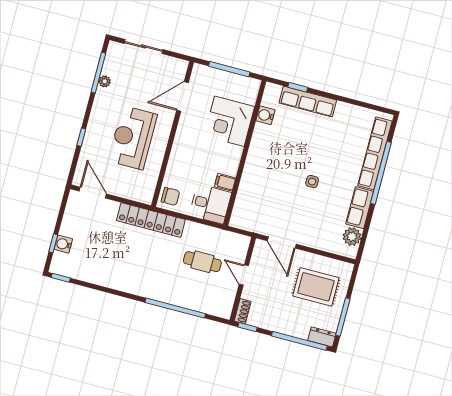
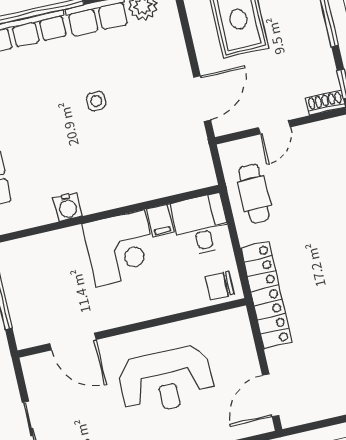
water cooler: (265, 115) -> (68, 207), moved
corner desk: (229, 121) -> (120, 248), moved
chair: (170, 196) -> (220, 285), turned -90
cafe table: (202, 262) -> (254, 194), moved

